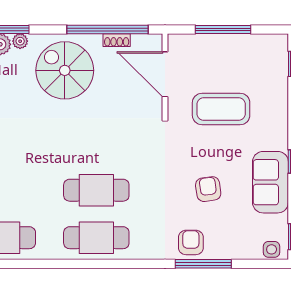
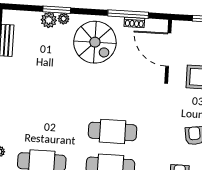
window: (107, 30) -> (128, 14), width x0.68
spiral stairs: (65, 70) -> (95, 42), turned 180

